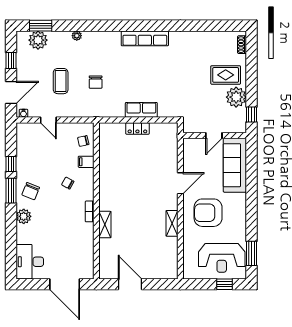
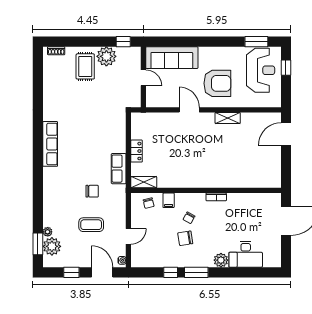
plant: (77, 36) -> (48, 232), moved
row of seats: (141, 110) -> (119, 169), moved
chair: (31, 191) -> (185, 238), moved, turned 149
armchair: (208, 213) -> (217, 83), turned -90
shelving: (105, 225) -> (144, 182), moved
desk: (30, 262) -> (246, 254), moved
door: (130, 284) -> (286, 134), moved

